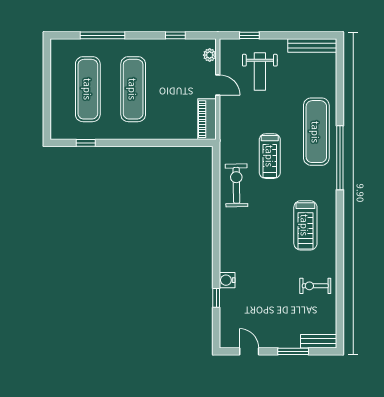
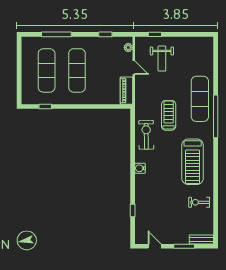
bench: (312, 46) -> (197, 41), removed
treadmill: (270, 156) -> (169, 115), turned 180
treadmill: (305, 225) -> (193, 162), width x1.37, depth x1.38
water cooler: (227, 280) -> (140, 168), moved

